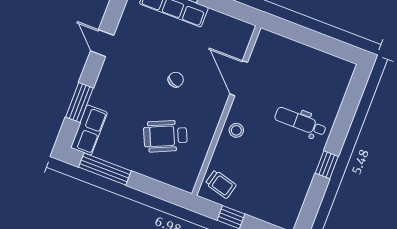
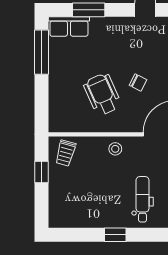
wheelchair: (165, 136) -> (102, 94), moved

